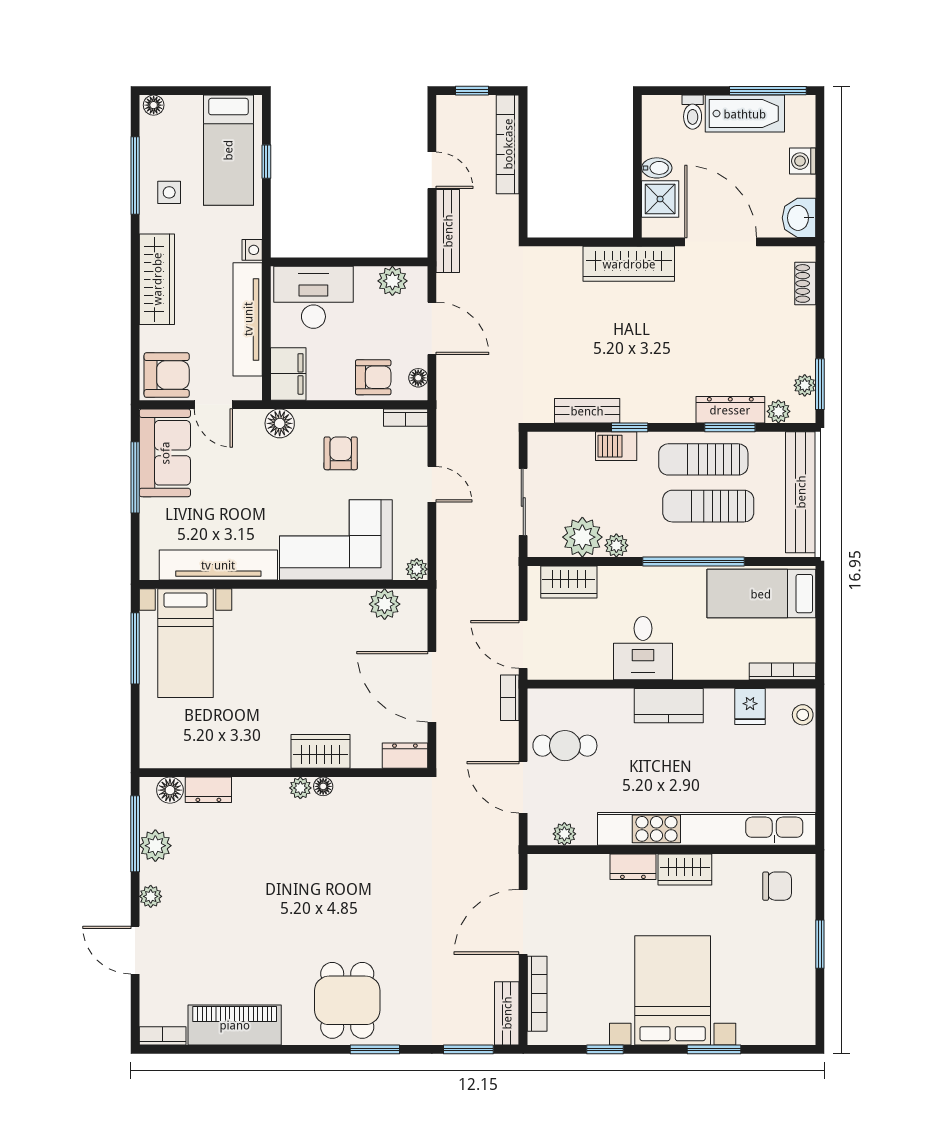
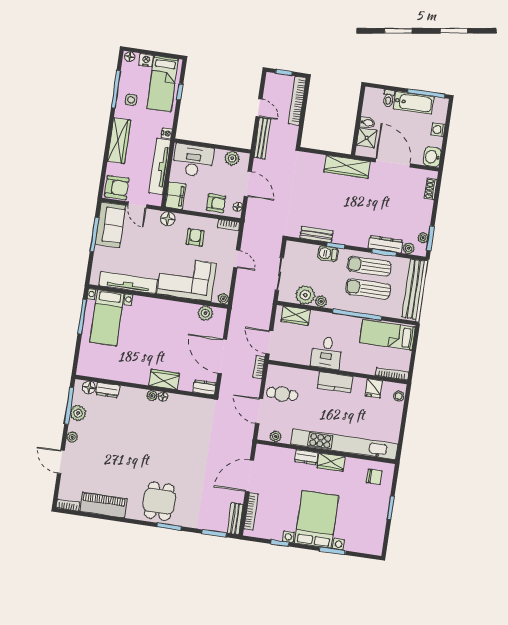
nightstand: (188, 107) -> (146, 60), added

